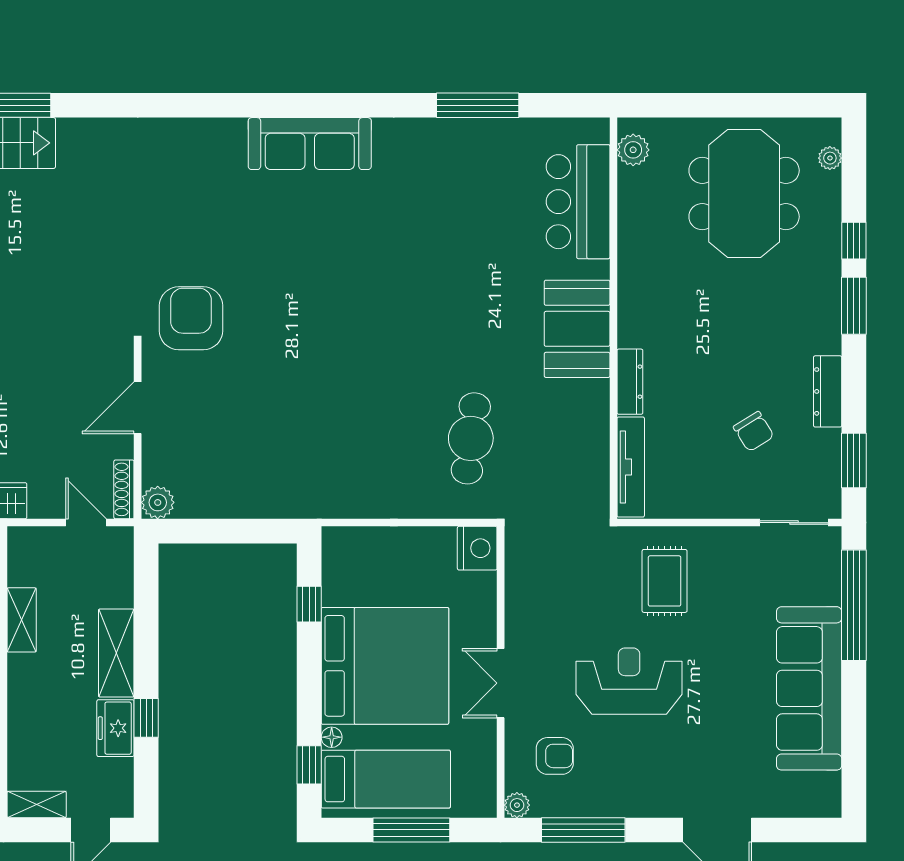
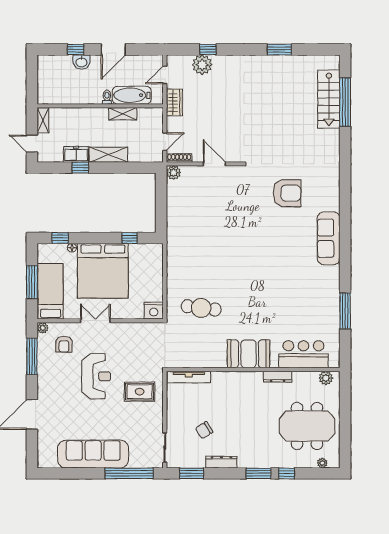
armchair: (191, 318) -> (287, 193), moved
dresser: (630, 382) -> (278, 377), moved
bed: (386, 779) -> (51, 291), moved, turned 180

